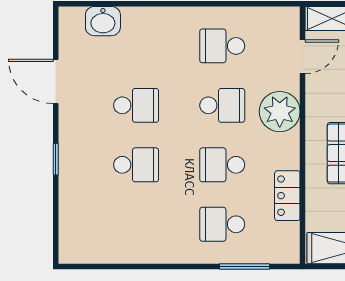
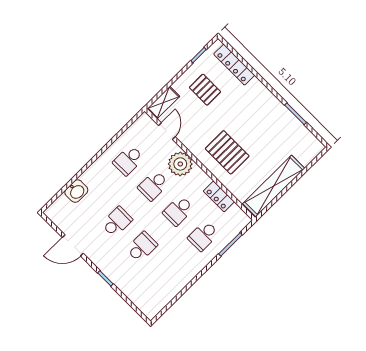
washbasin: (103, 21) -> (76, 191), moved
school desk: (222, 105) -> (153, 186), turned 180

